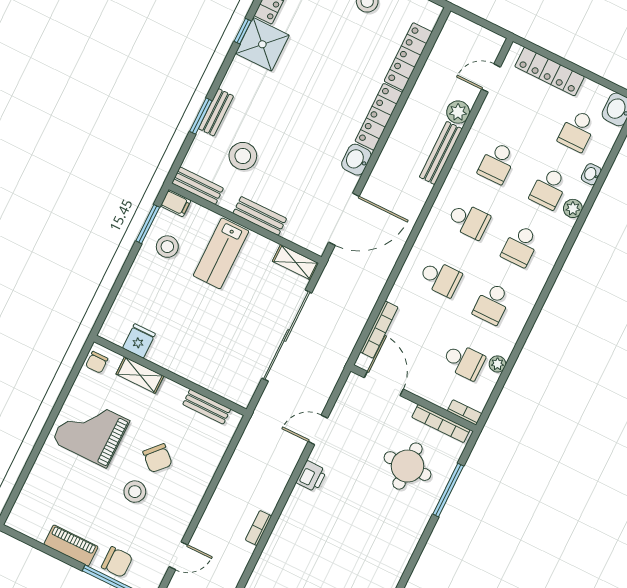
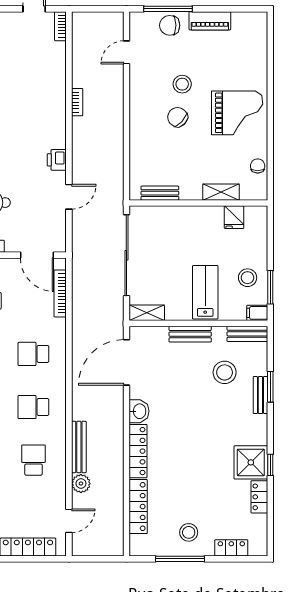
fridge: (139, 341) -> (234, 217), moved
shelving: (140, 375) -> (221, 192), moved
wall: (170, 375) -> (198, 203), moved
bench: (207, 407) -> (160, 193), moved

